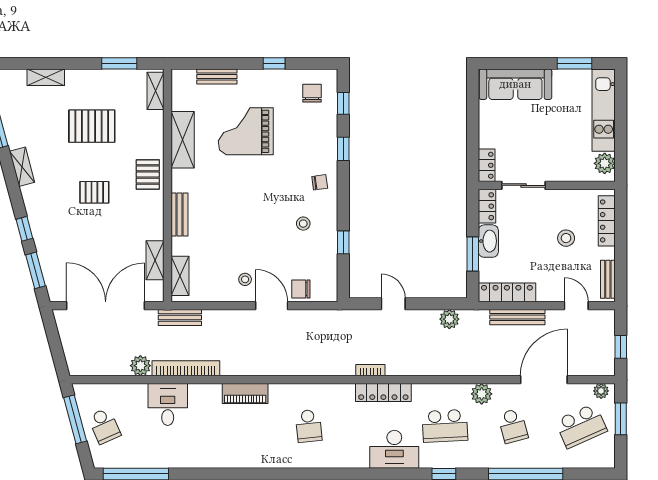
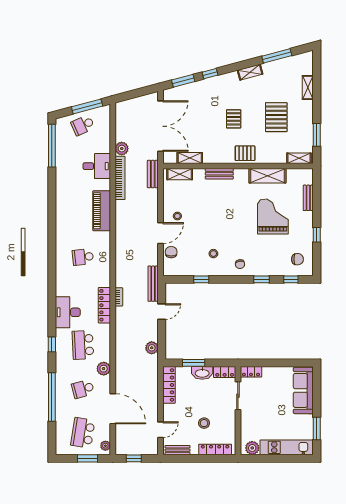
bench: (517, 317) -> (153, 284), moved
piano: (245, 394) -> (102, 211), width x1.37, depth x1.33
school desk: (581, 426) -> (83, 433), turned 33

